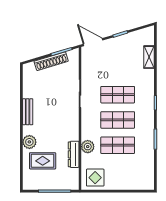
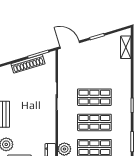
shelving: (149, 57) -> (126, 47), moved

